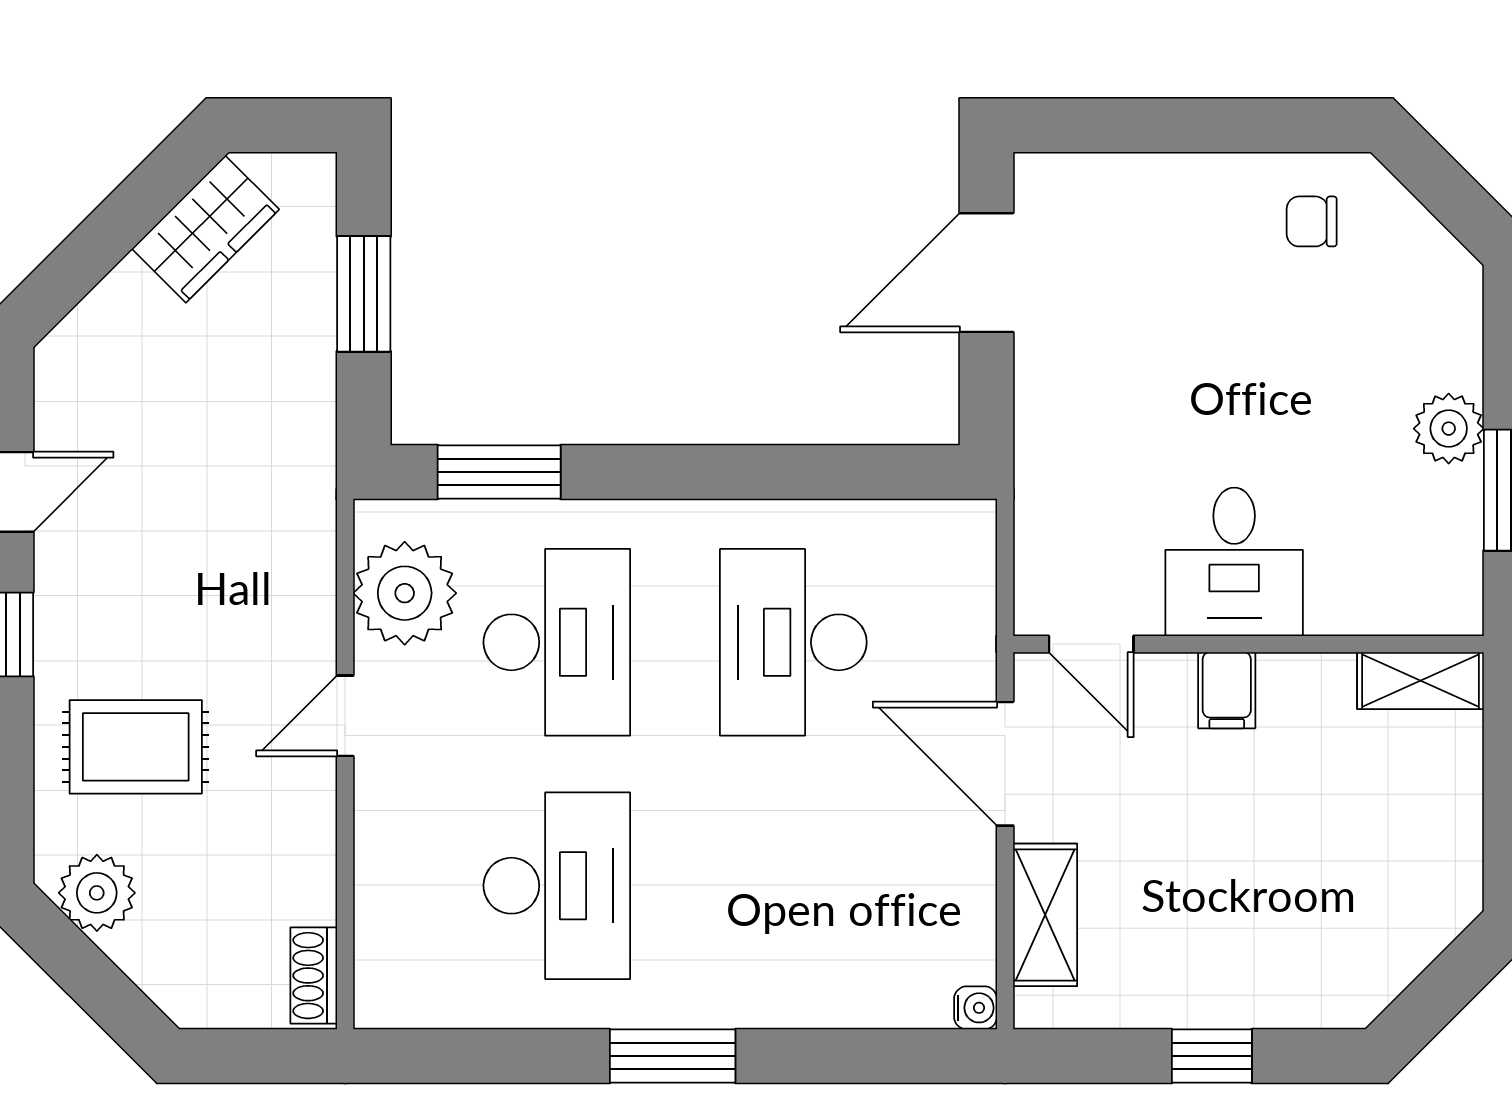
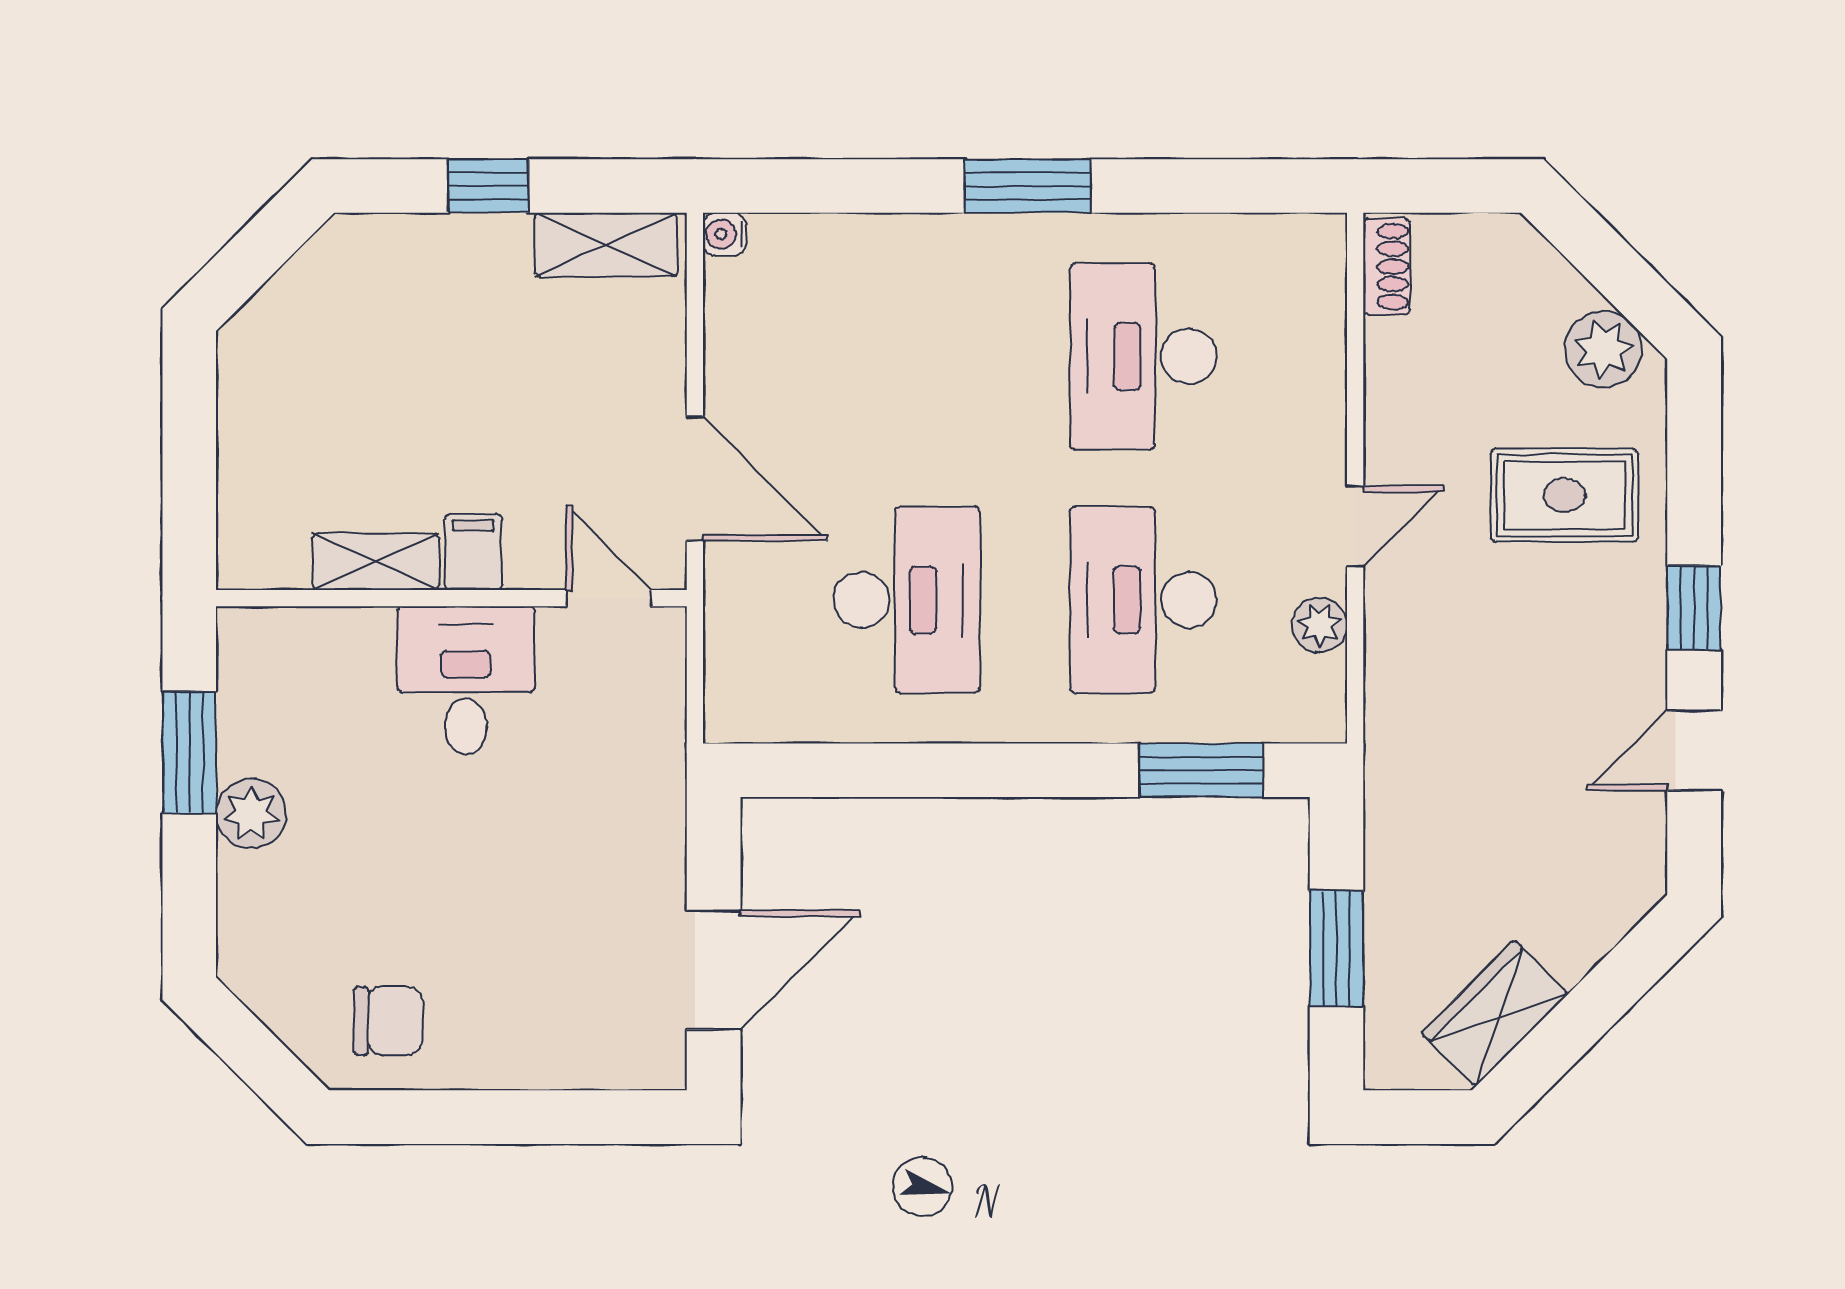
chair: (1312, 221) -> (388, 1021), width x1.37, depth x1.37
plant: (405, 593) -> (1320, 625), width x0.53, depth x0.53
shelving: (1420, 681) -> (376, 562), moved
shelving: (1045, 915) -> (606, 245), moved, turned 90

